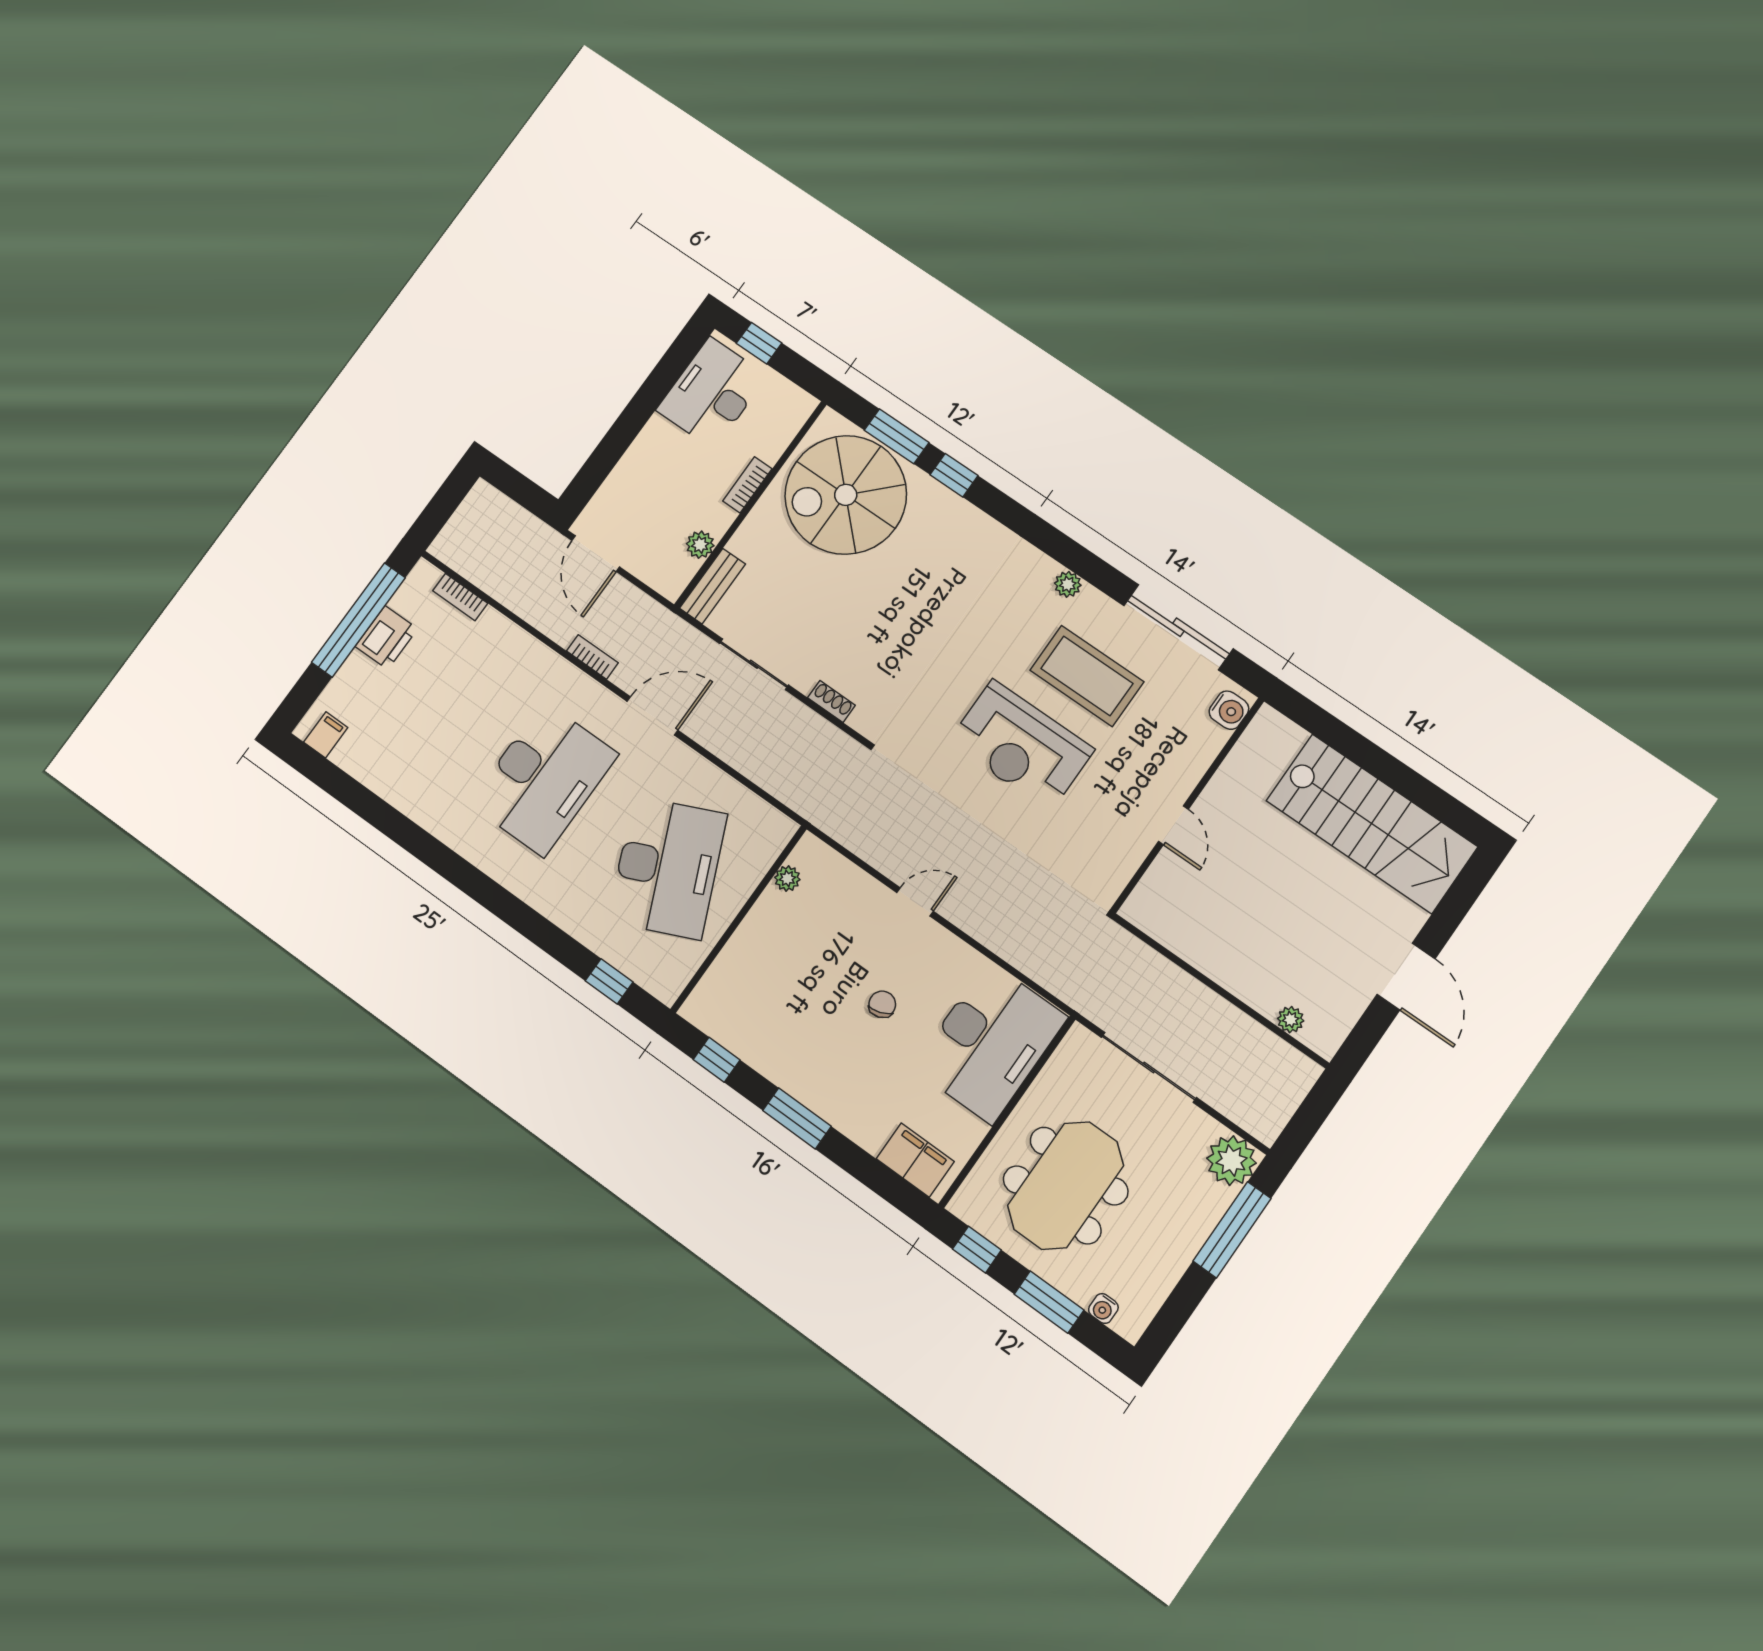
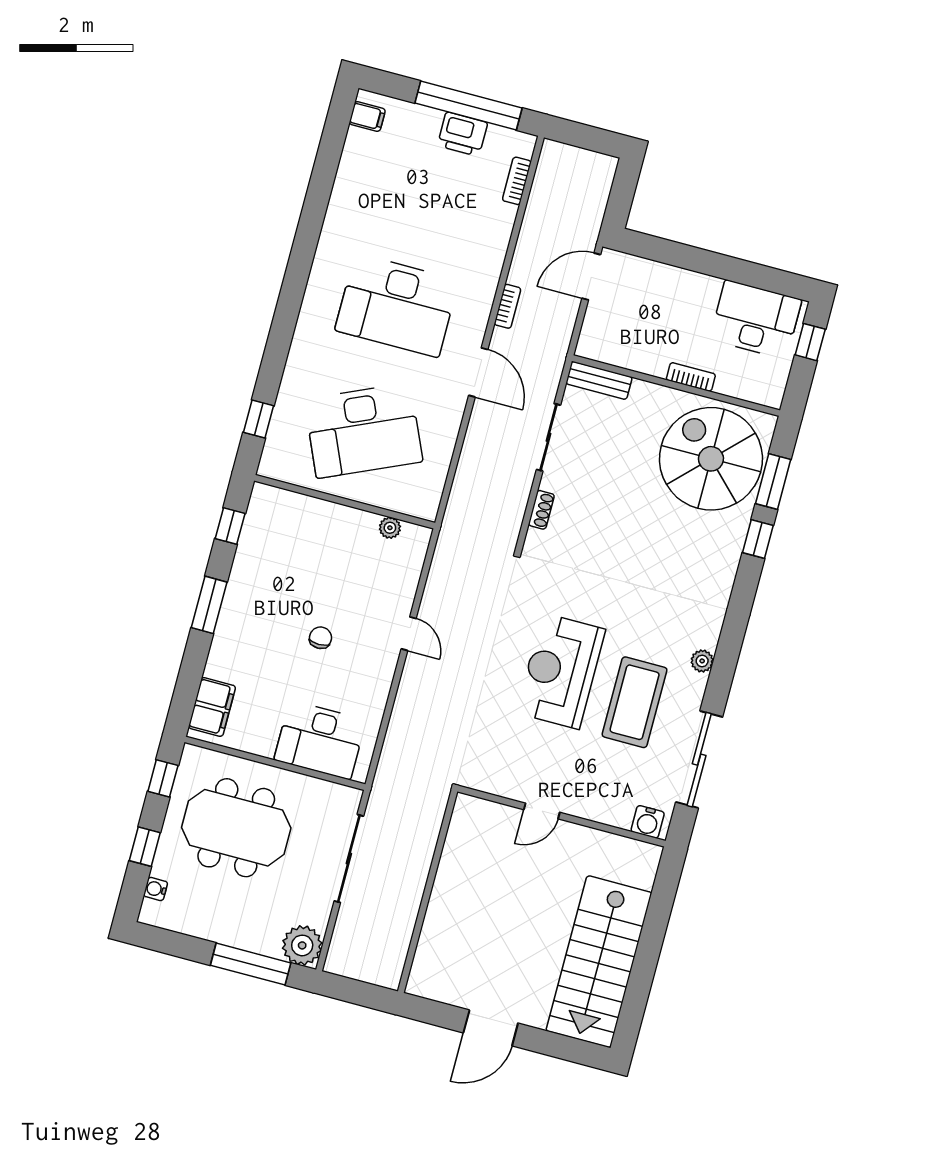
plant: (700, 545) -> (629, 358), removed
chair: (882, 1004) -> (320, 638), turned -71
plant: (1291, 1020) -> (425, 953), removed
desk: (990, 1042) -> (320, 740), width x0.73, depth x0.77
window: (1049, 1302) -> (145, 847), width x0.67

